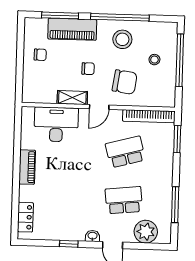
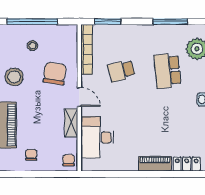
chair: (88, 69) -> (69, 160), moved
school desk: (125, 152) -> (121, 71), width x0.54
piano: (27, 167) -> (155, 164), moved

